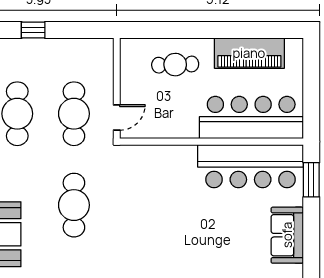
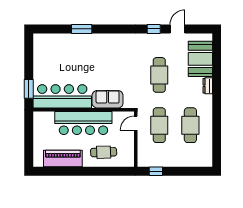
window: (33, 30) -> (156, 171), moved
bar counter: (251, 118) -> (83, 123), moved
sofa: (287, 235) -> (108, 99), moved, turned -90

